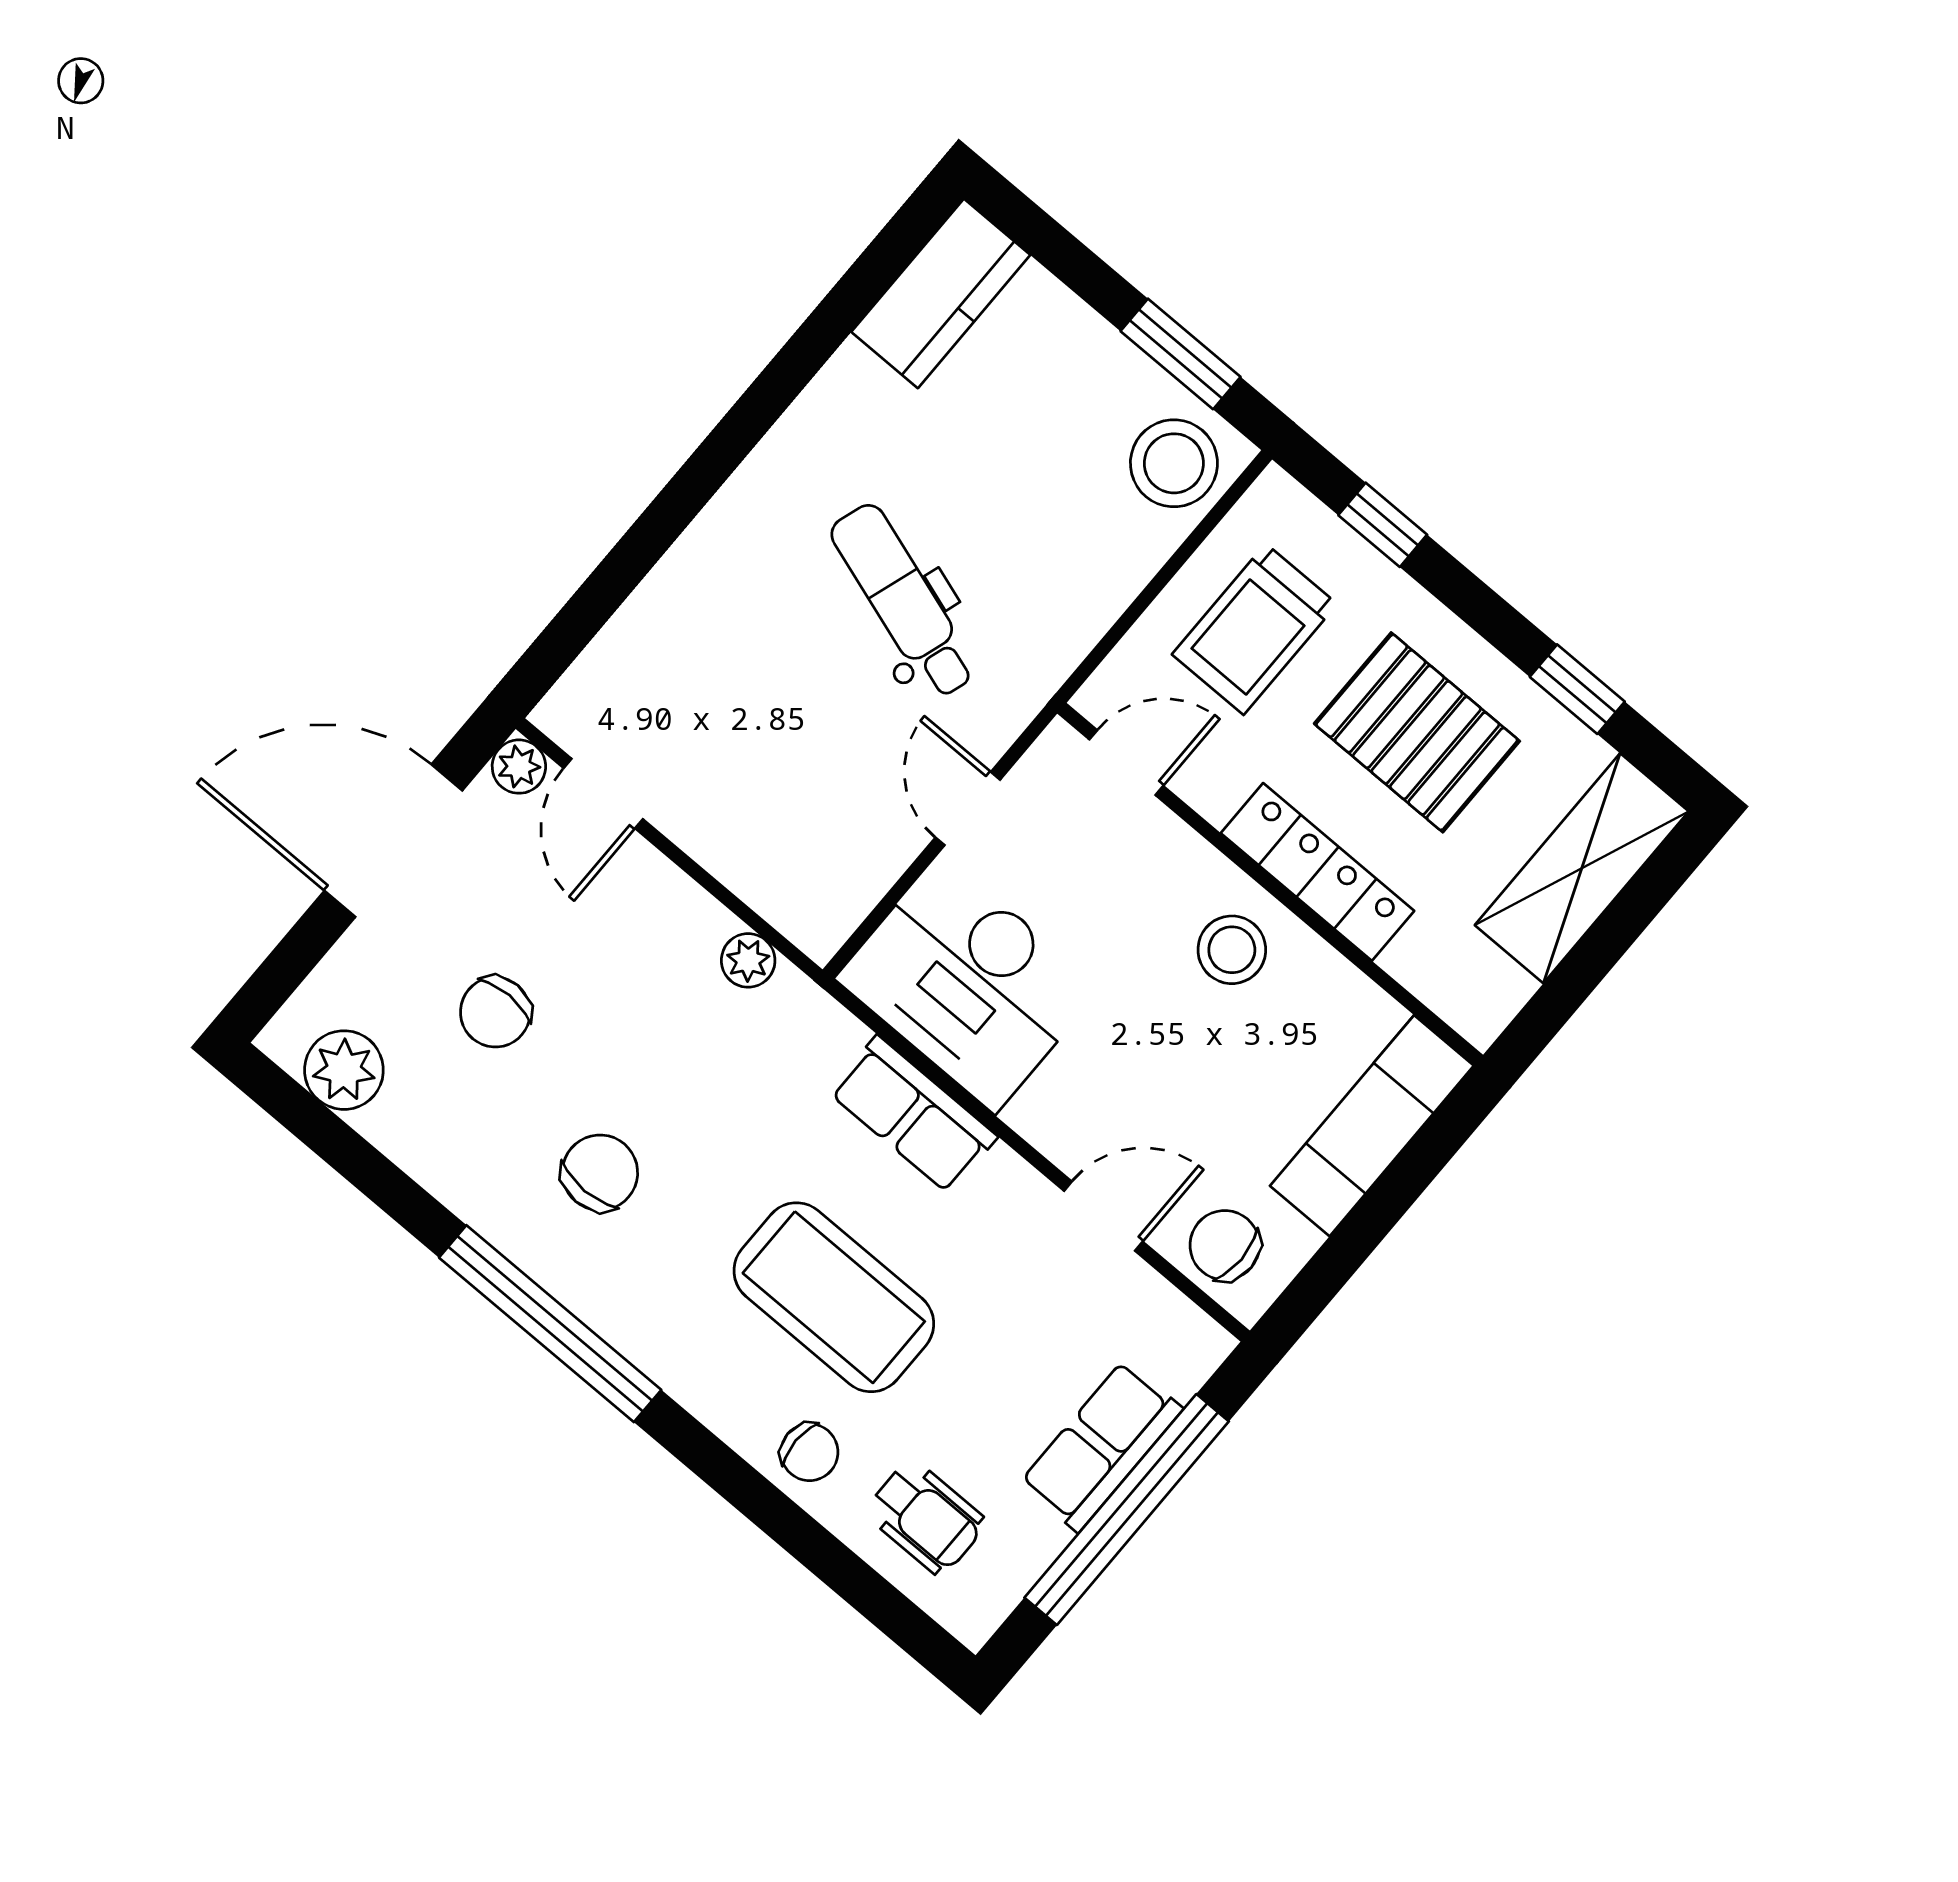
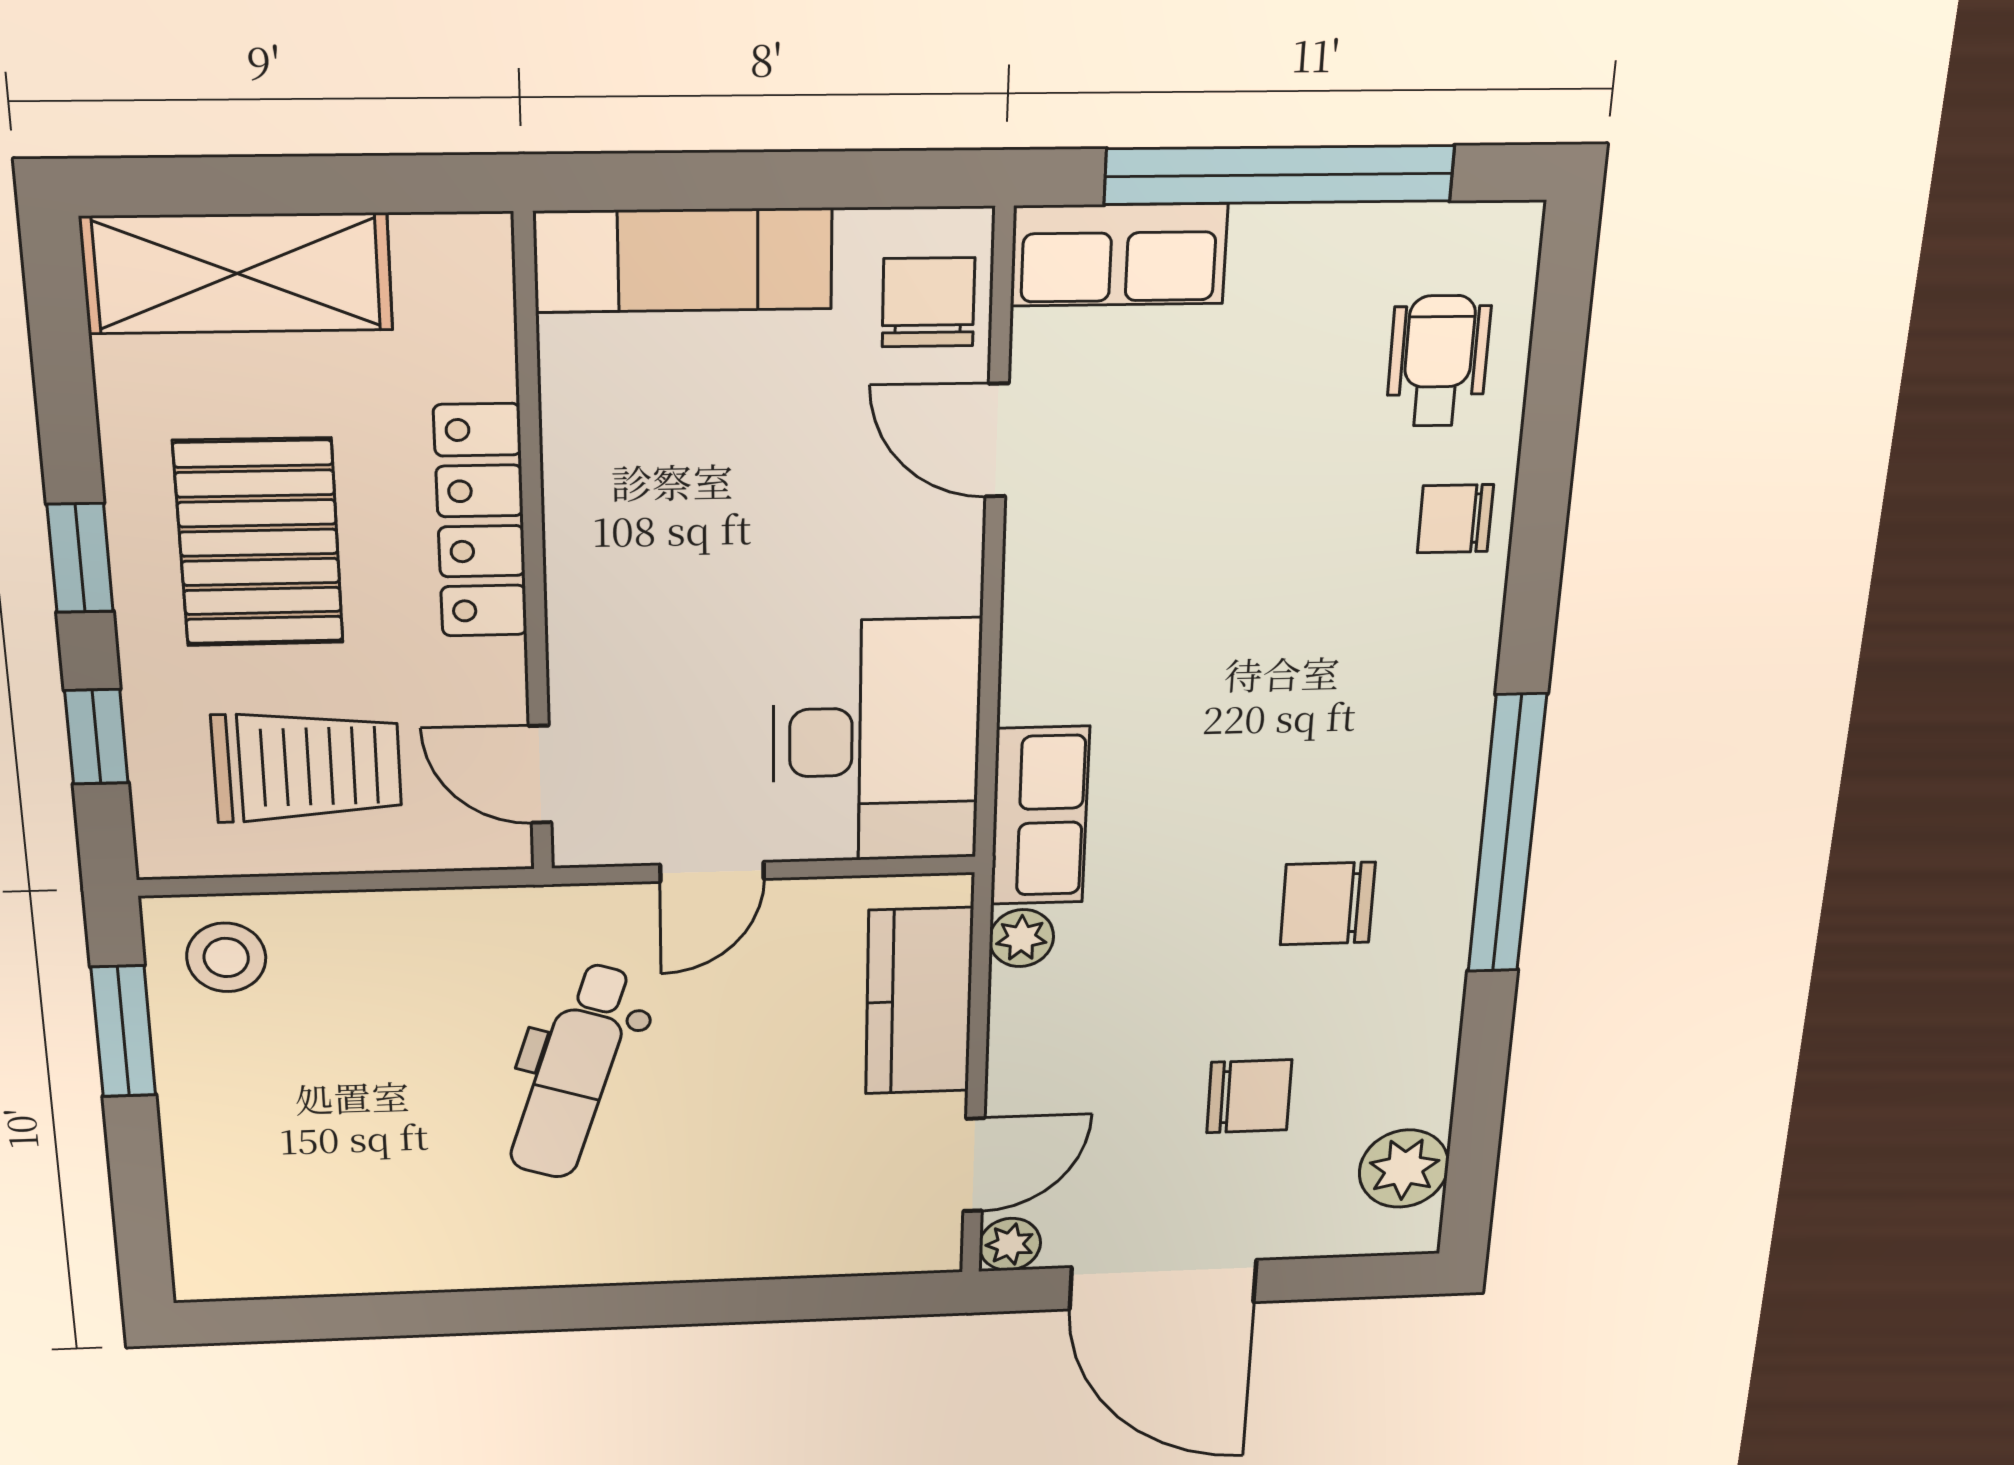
kitchen counter: (941, 293) -> (919, 1001), moved, turned -90
stool: (1174, 463) -> (226, 957), width x0.73, depth x0.73
window: (1577, 689) -> (80, 558), moved
stool: (1232, 950) -> (630, 537), removed
row of seats: (913, 1115) -> (1040, 816), moved
chair: (1225, 1245) -> (928, 302), turned 180
coffee table: (834, 1297) -> (1283, 617), removed
row of seats: (1101, 1446) -> (1119, 255), moved
chair: (809, 1452) -> (1455, 519), turned -90

